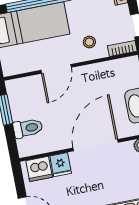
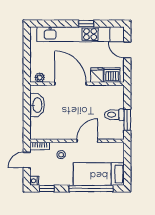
toilet: (28, 128) -> (114, 115), moved
door: (96, 145) -> (71, 84), swing flipped

